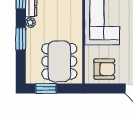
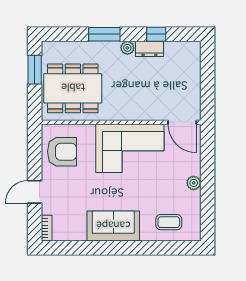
armchair: (104, 69) -> (62, 152), turned -90

